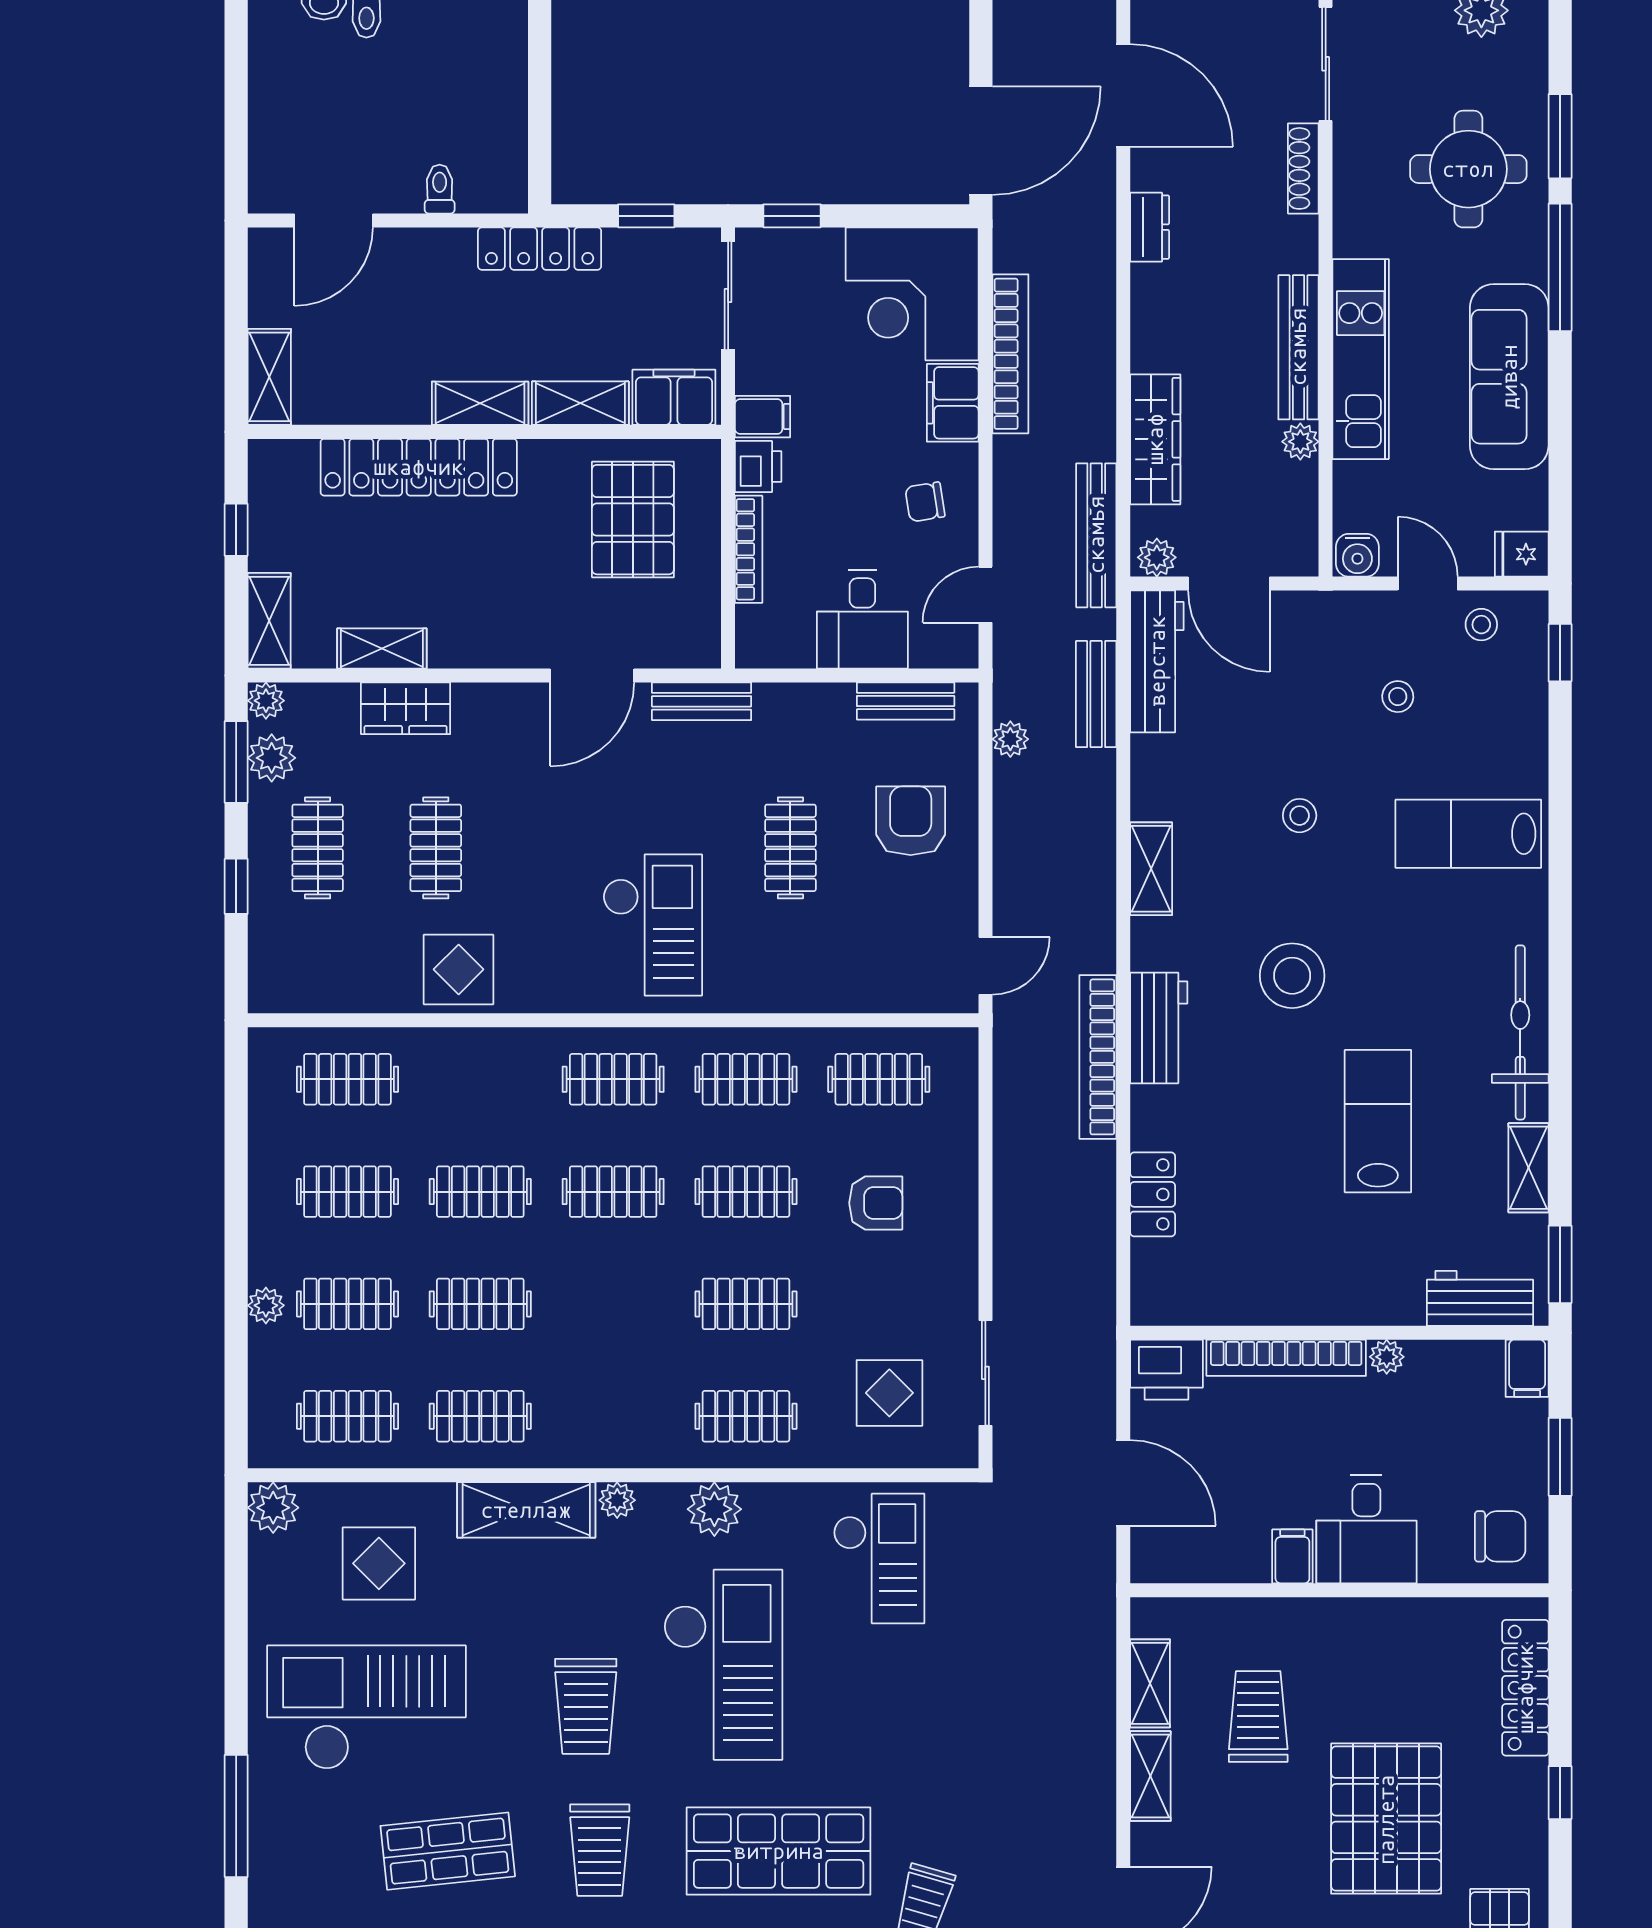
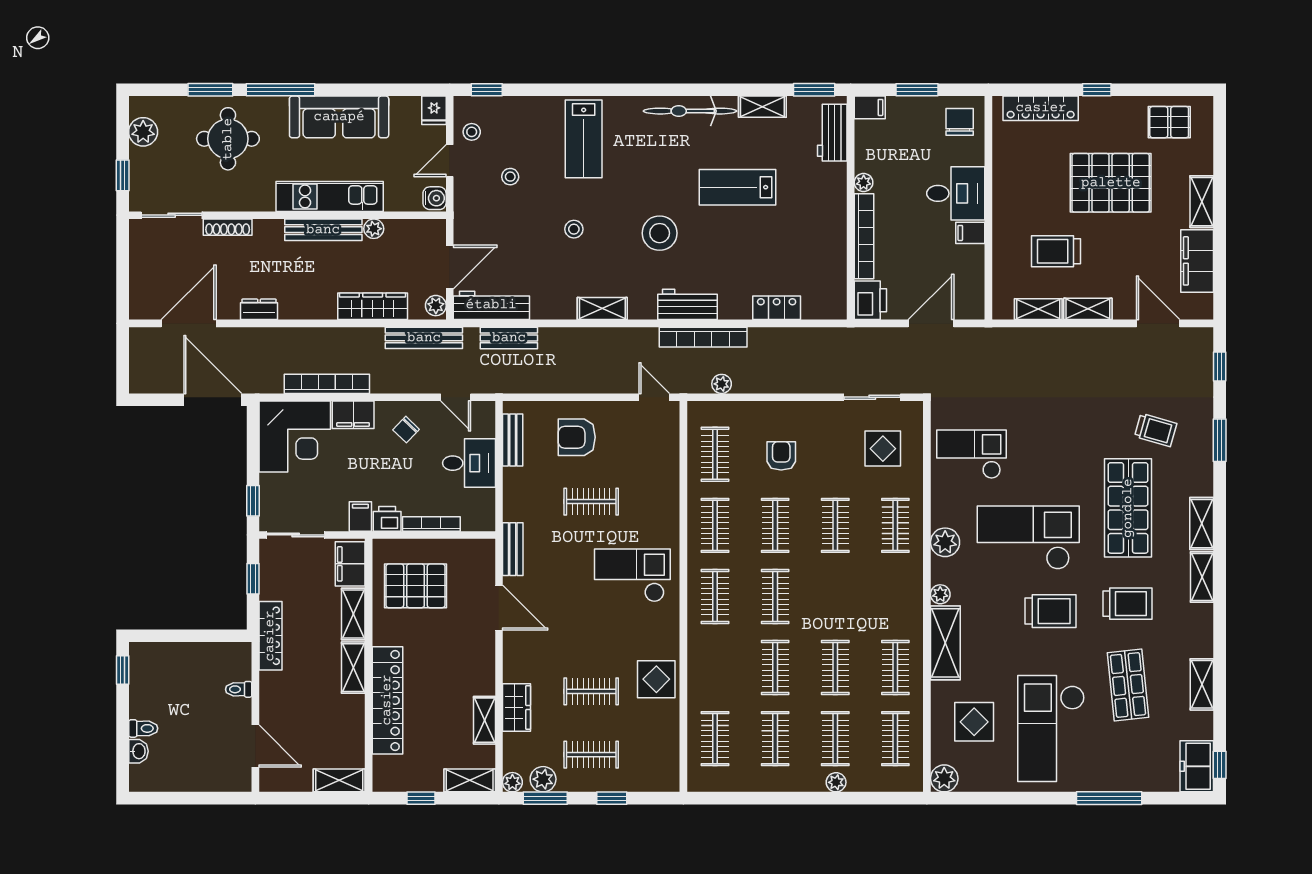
chair: (925, 502) -> (406, 430), turned 53
plant: (1010, 739) -> (722, 384), moved

